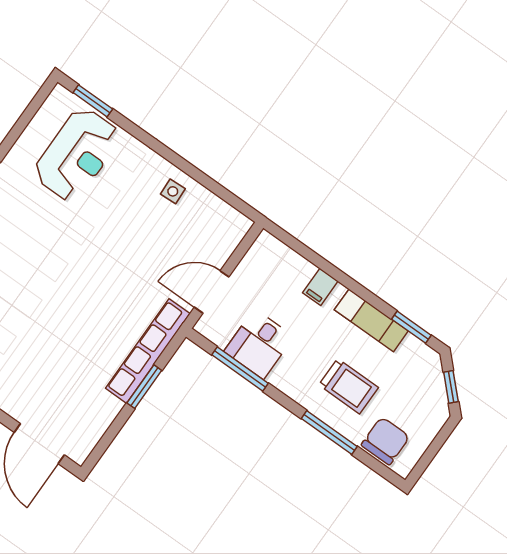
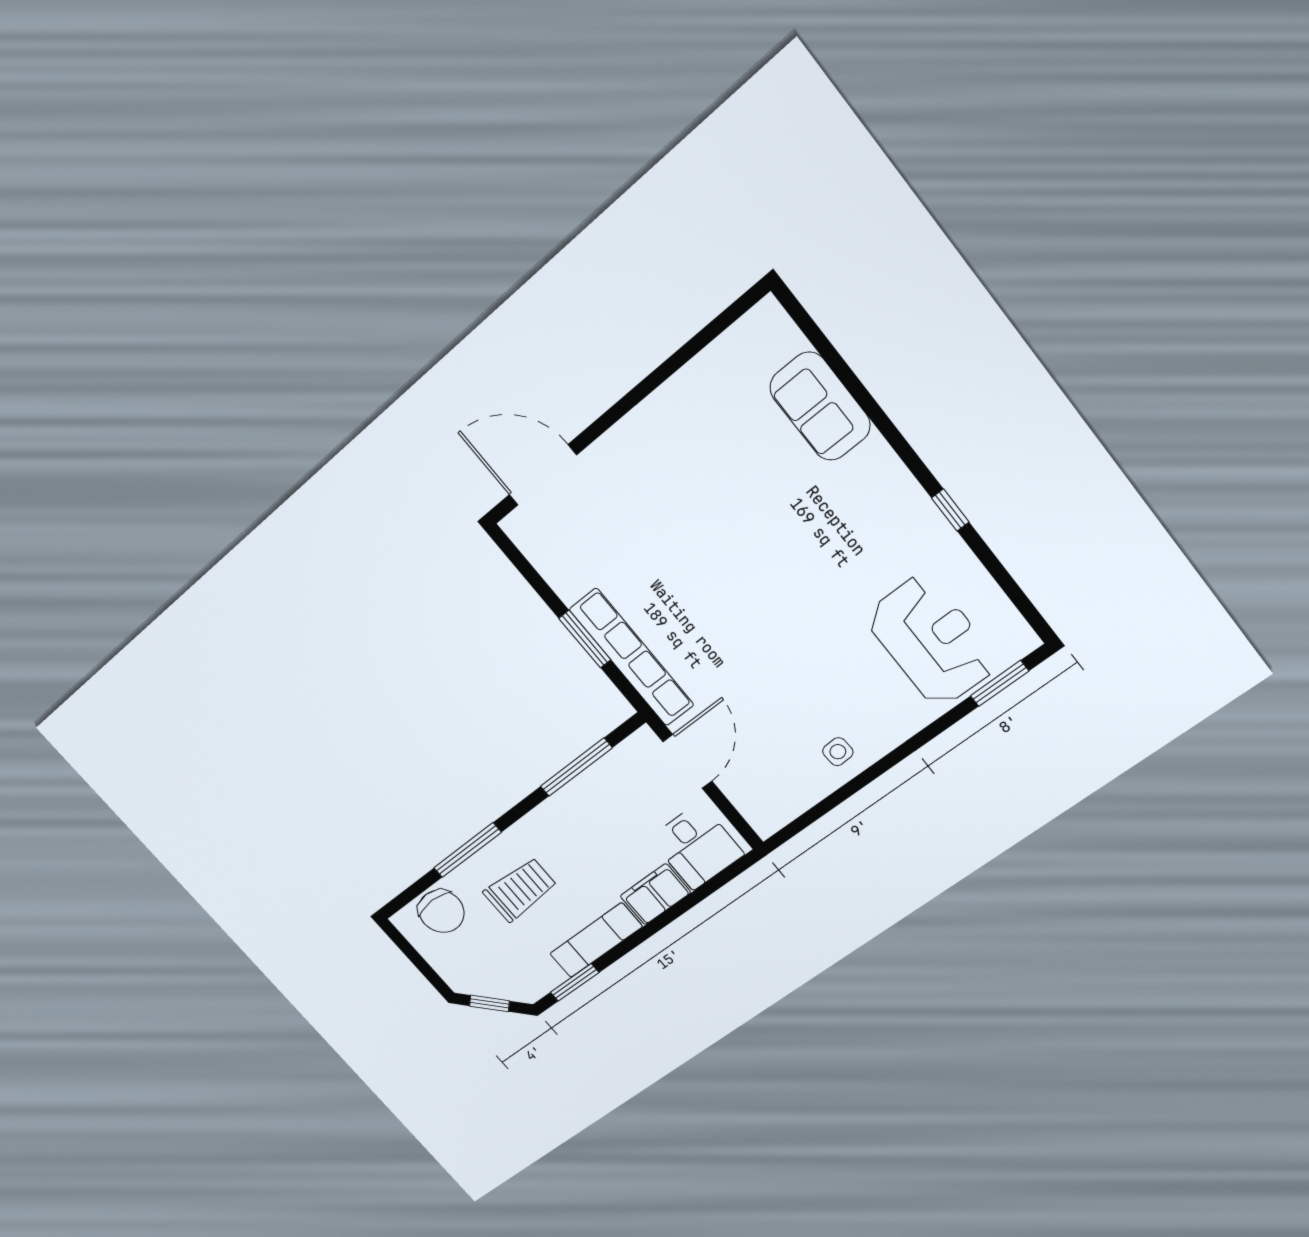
reception desk: (77, 154) -> (932, 641), turned 180
filing cabinet: (320, 287) -> (655, 894), width x2.00
desk: (259, 344) -> (697, 846), moved, turned 180
trolley: (349, 386) -> (520, 890), turned 180

